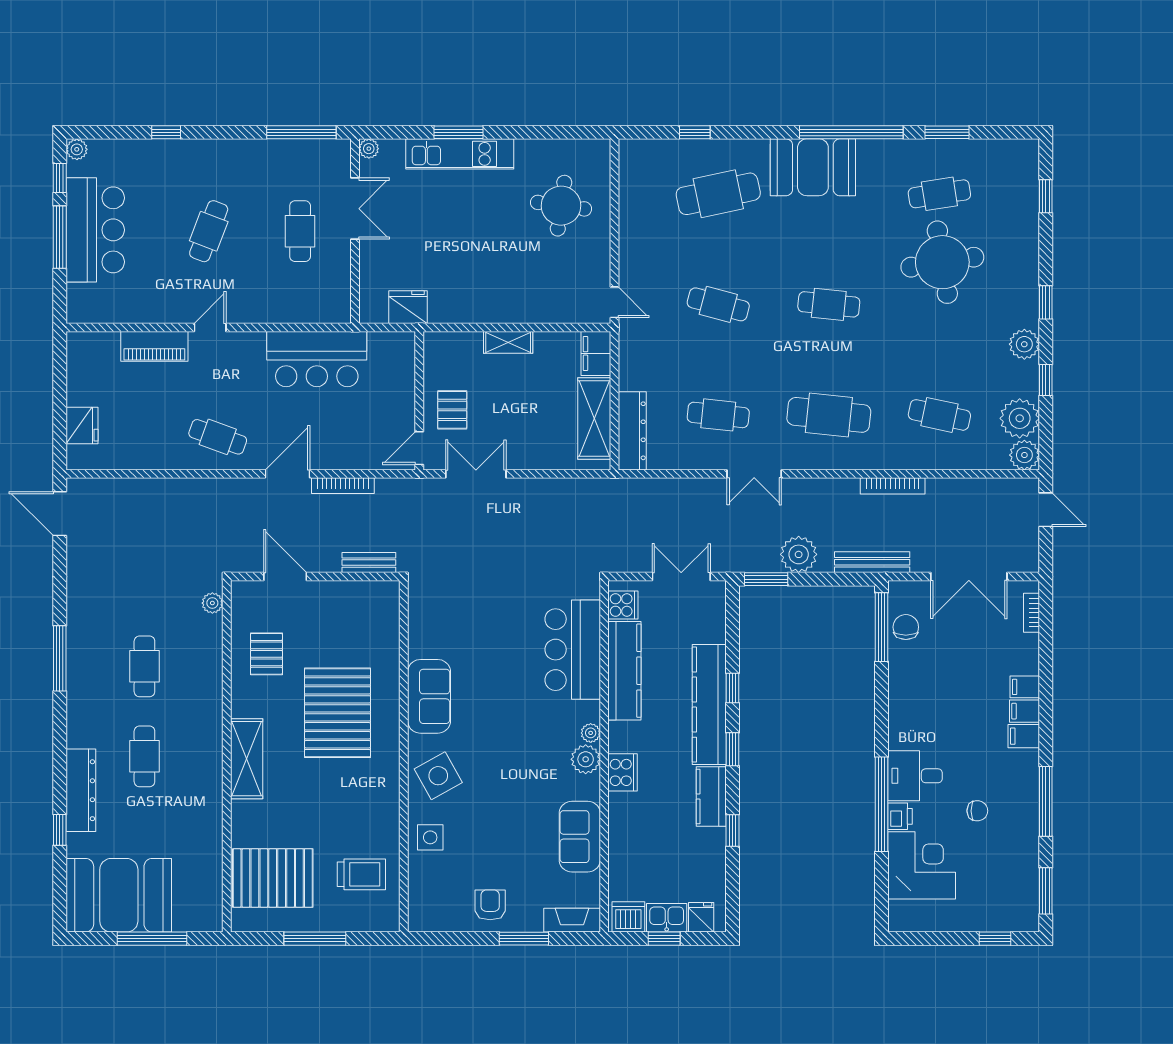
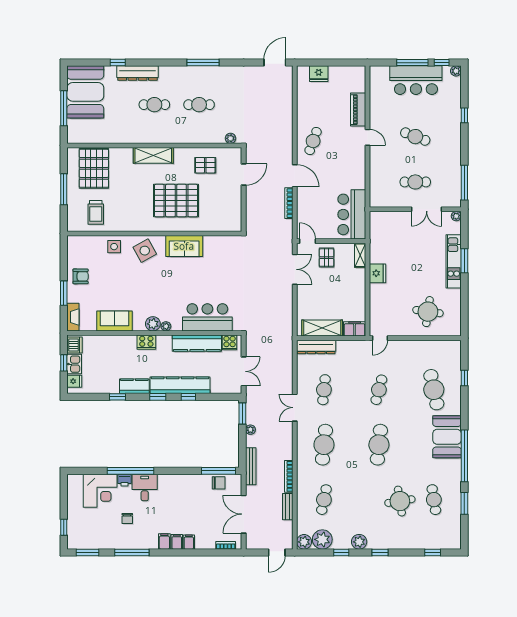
round table: (942, 262) -> (400, 501), width x0.73, depth x0.73
cafe table: (829, 304) -> (379, 445), width x1.37, depth x1.35
fridge: (408, 307) -> (378, 273), moved
shelving: (508, 342) -> (360, 255), moved
bar counter: (317, 359) -> (352, 214), moved
pallet: (452, 410) -> (326, 258), turned 90
plant: (799, 554) -> (250, 430), width x0.53, depth x0.53
bench: (369, 563) -> (288, 507), moved

